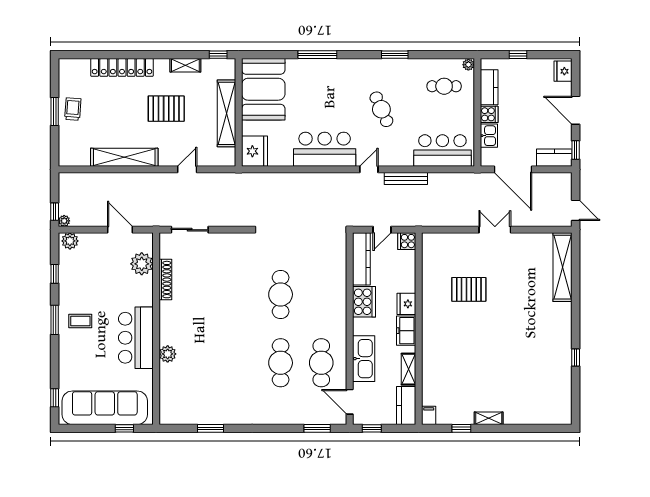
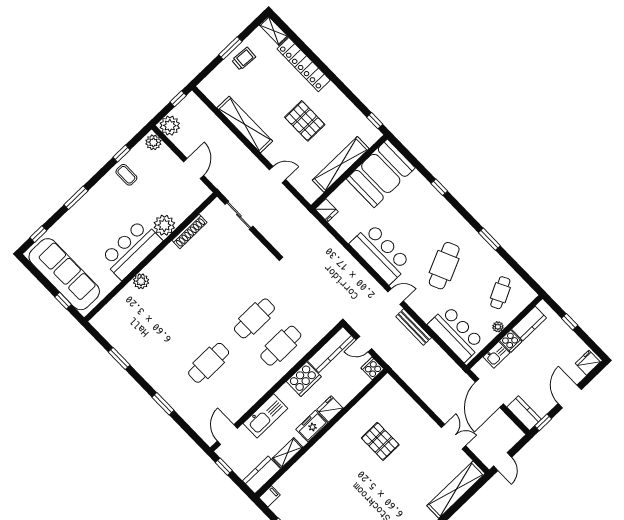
window: (317, 55) -> (439, 187), width x0.46
shelving: (185, 65) -> (274, 31), moved
plant: (468, 65) -> (498, 327), moved
cafe table: (444, 86) -> (500, 293), turned 63
cafe table: (381, 109) -> (444, 266), width x1.37, depth x1.35
fridge: (255, 151) -> (327, 210), width x0.53, depth x0.75
window: (55, 212) -> (178, 99), moved
plant: (64, 221) -> (170, 126), width x1.87, depth x1.87
double door: (495, 230) -> (453, 437), moved
plant: (142, 264) -> (164, 225), moved
window: (55, 320) -> (76, 198), moved
coffee table: (80, 321) -> (126, 175), moved
cafe table: (321, 363) -> (281, 346), moved
window: (317, 428) -> (163, 404), moved

